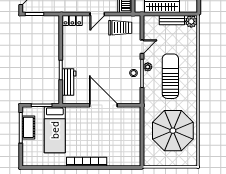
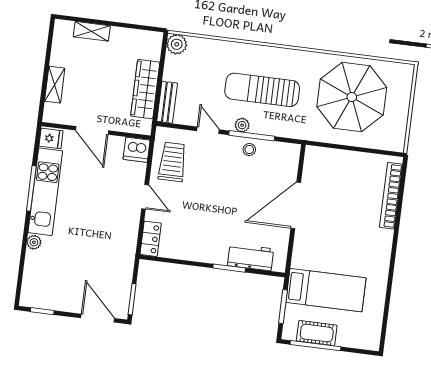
bench: (172, 20) -> (167, 102), moved
bookcase: (87, 162) -> (391, 196), moved

